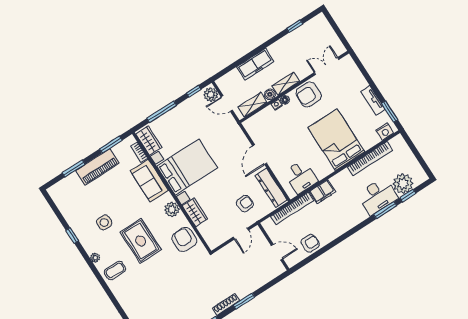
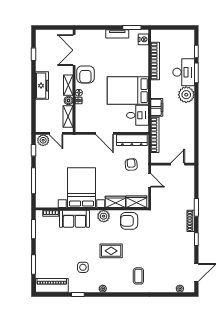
freezer: (255, 64) -> (42, 86), moved
double door: (327, 66) -> (74, 50), width x1.37
door: (227, 103) -> (56, 133), hinge flipped
bed: (336, 140) -> (128, 91), moved
wardrobe: (149, 141) -> (136, 202), moved
piano: (97, 167) -> (52, 285), moved, turned -90
plant: (403, 184) -> (186, 95), moved
rug: (141, 241) -> (111, 251), width x0.73, depth x0.70
armchair: (310, 243) -> (186, 138), removed
coffee table: (115, 270) -> (138, 276), moved

